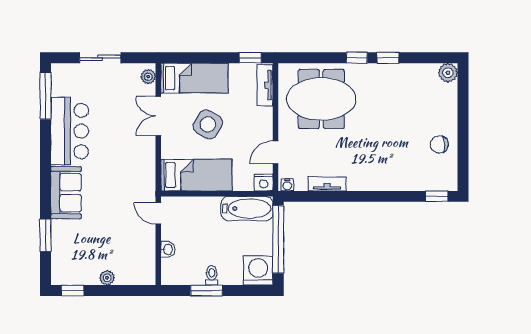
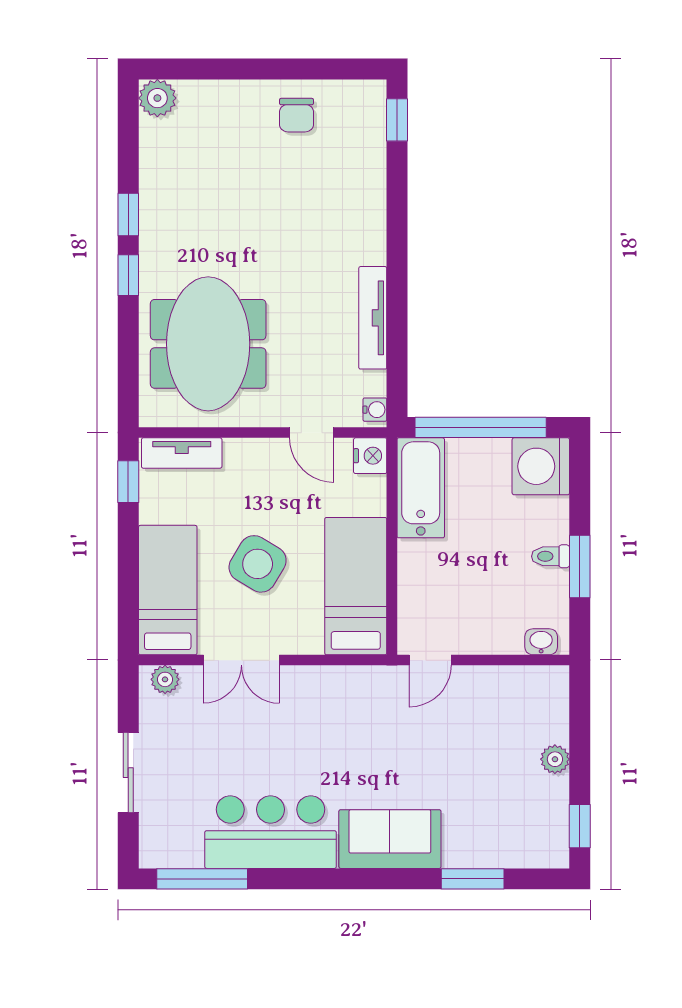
tv unit: (327, 184) -> (373, 318), width x1.41
washbasin: (168, 249) -> (541, 642), moved

